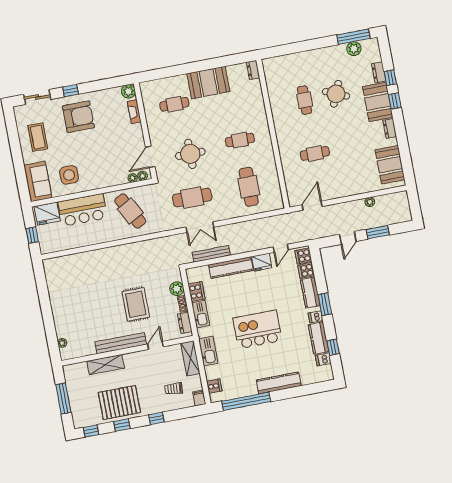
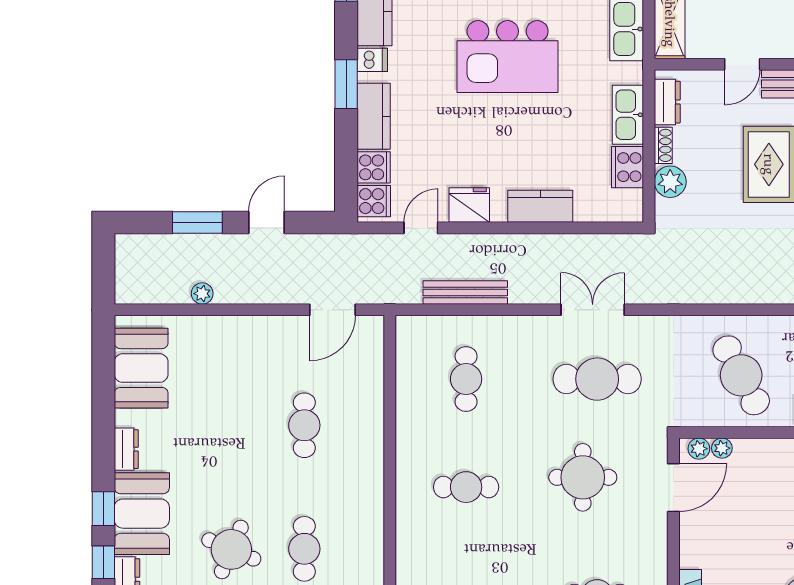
cafe table: (315, 153) -> (304, 425), turned 90
cafe table: (249, 187) -> (466, 379), width x0.73, depth x0.74
bench: (211, 254) -> (465, 293), moved
kitchen counter: (231, 267) -> (540, 206), width x0.67

